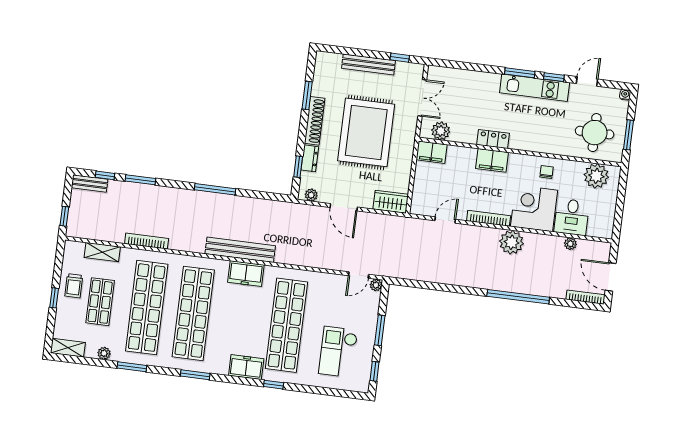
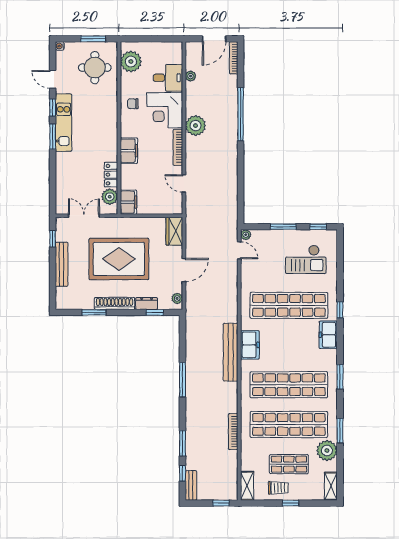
locker: (493, 139) -> (111, 175), moved
shelving: (102, 252) -> (247, 486), moved
plant: (104, 353) -> (327, 450), width x1.87, depth x1.87

